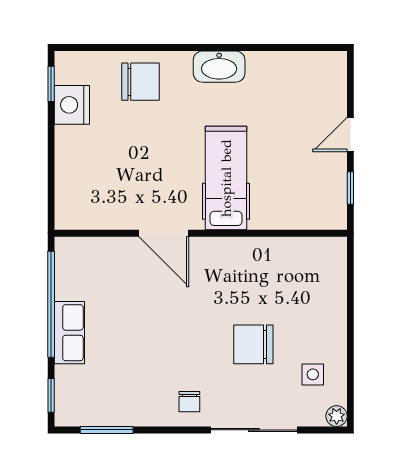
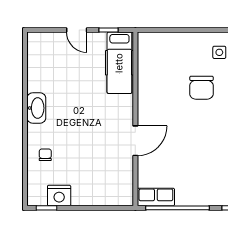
chair: (140, 82) -> (45, 155), width x0.54, depth x0.54
hospital bed: (226, 178) -> (119, 63), moved, turned -90
row of seats: (69, 333) -> (156, 197), moved

